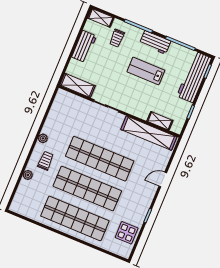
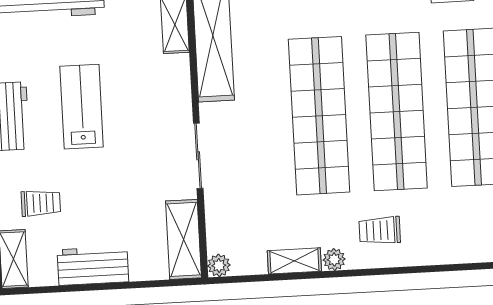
lab bench: (146, 71) -> (82, 107), turned 180
shelving: (49, 123) -> (294, 261), added
plant: (28, 175) -> (219, 265), moved

